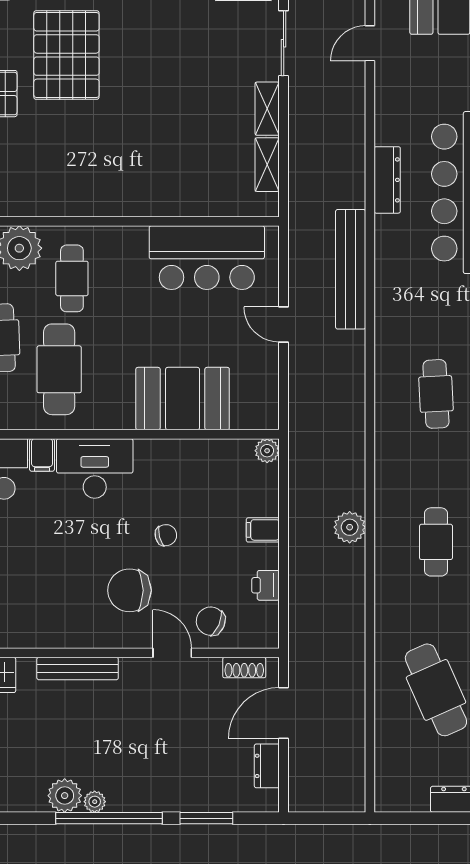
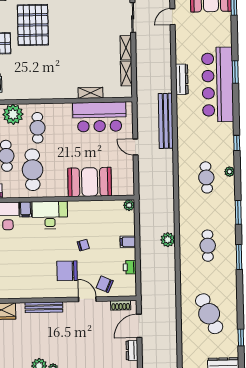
shelving: (188, 205) -> (90, 93), added

